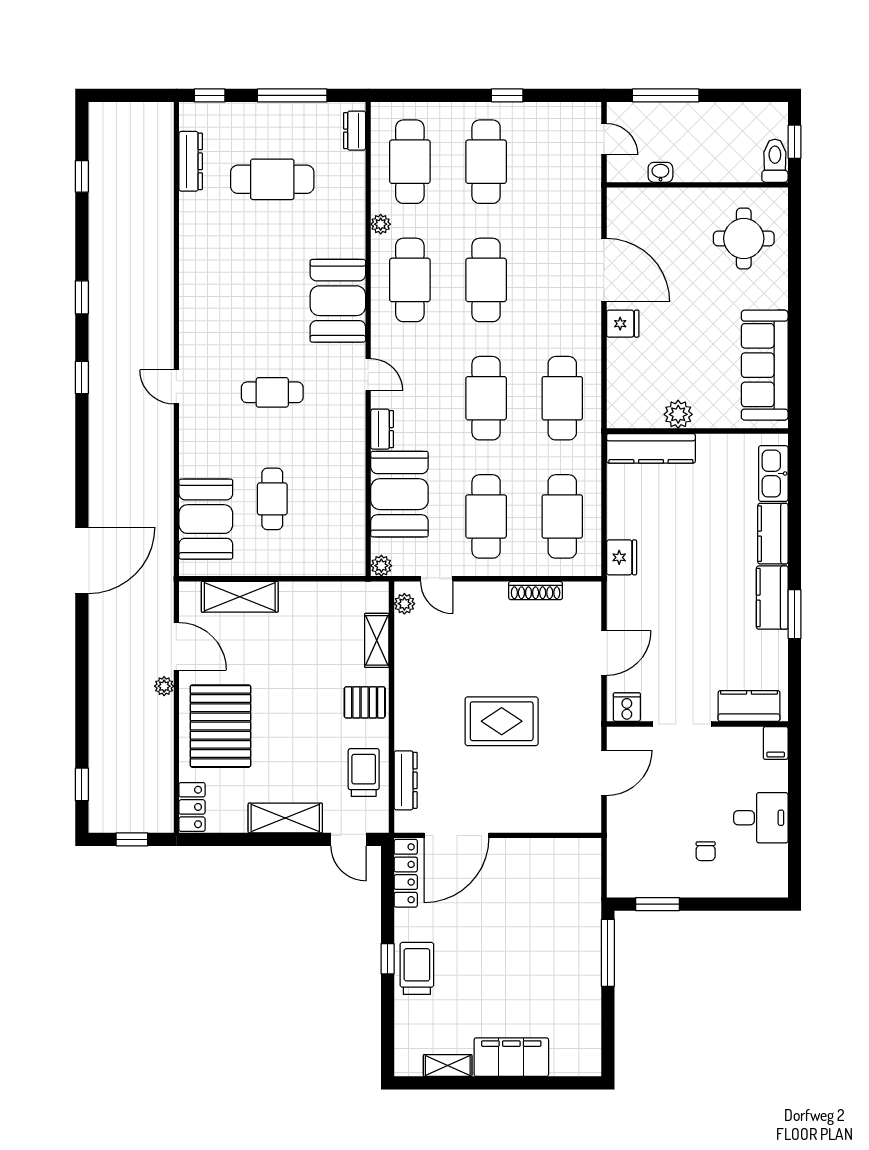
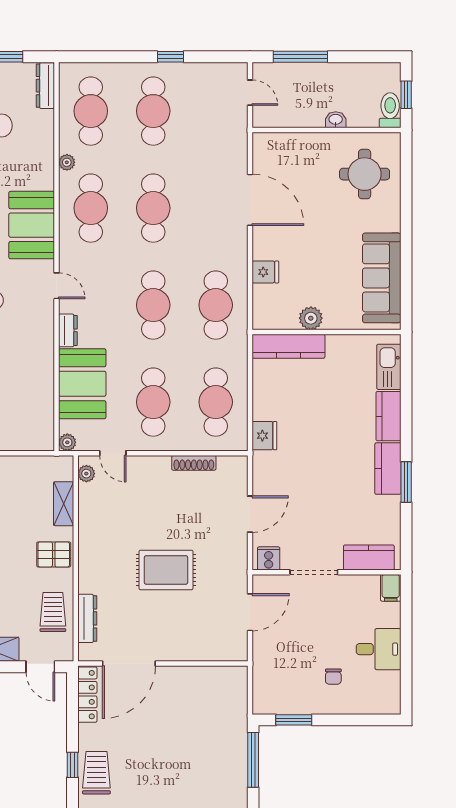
dresser: (355, 131) -> (45, 86), width x1.44
washbasin: (660, 172) -> (336, 120), moved
fridge: (623, 324) -> (265, 272), moved

